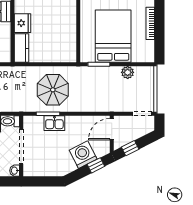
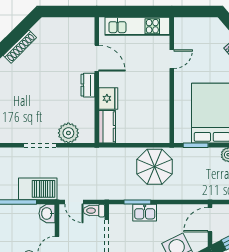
parasol: (53, 90) -> (154, 167), moved

